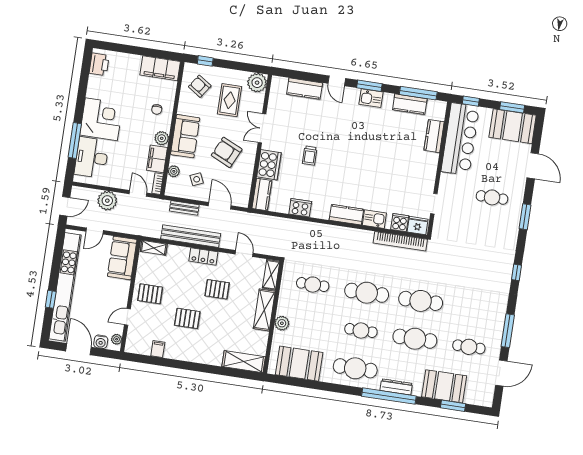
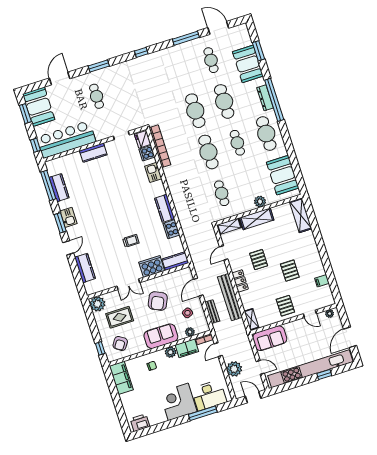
kitchen counter: (434, 136) -> (93, 153), moved
kitchen counter: (346, 215) -> (165, 208), moved
water cooler: (101, 342) -> (337, 324), removed

